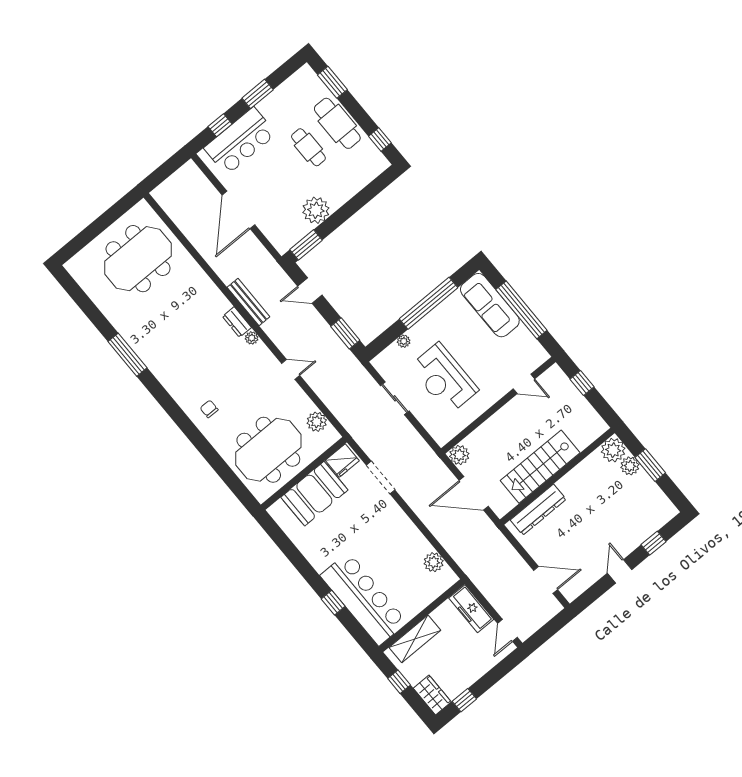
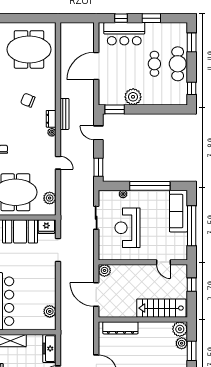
chair: (189, 323) -> (28, 100), added
stairs: (540, 467) -> (161, 308), moved

